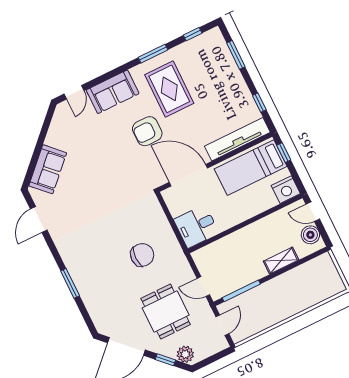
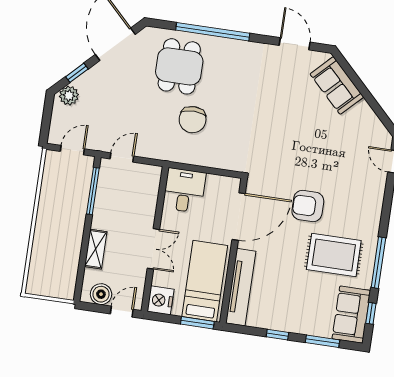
window: (153, 54) -> (378, 263), width x1.44
sofa: (113, 92) -> (351, 315), moved
window: (259, 103) -> (277, 335), moved
armchair: (147, 131) -> (308, 206), turned -90
window: (284, 153) -> (197, 323), width x1.50
double door: (253, 220) -> (153, 249), added
window: (70, 283) -> (213, 32), width x2.11
dining table: (166, 311) -> (179, 66), moved, turned 90
door: (222, 325) -> (72, 150), swing flipped

